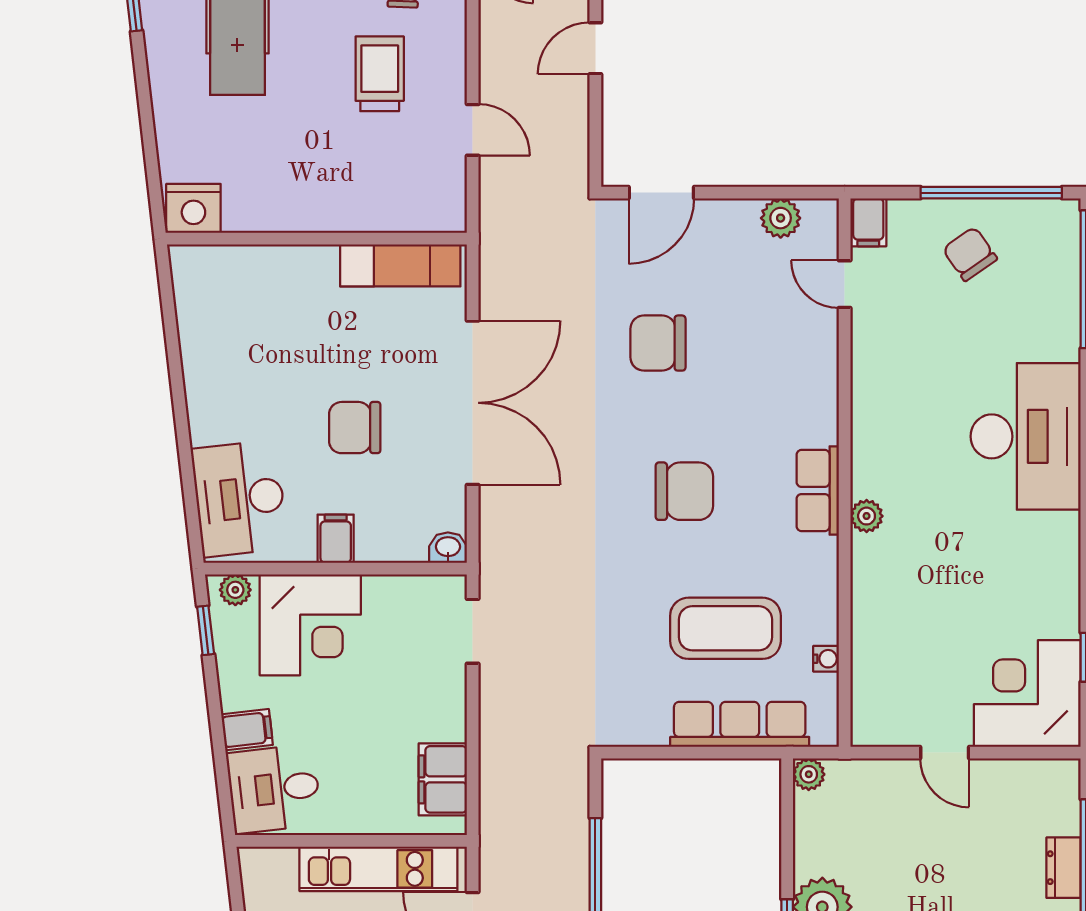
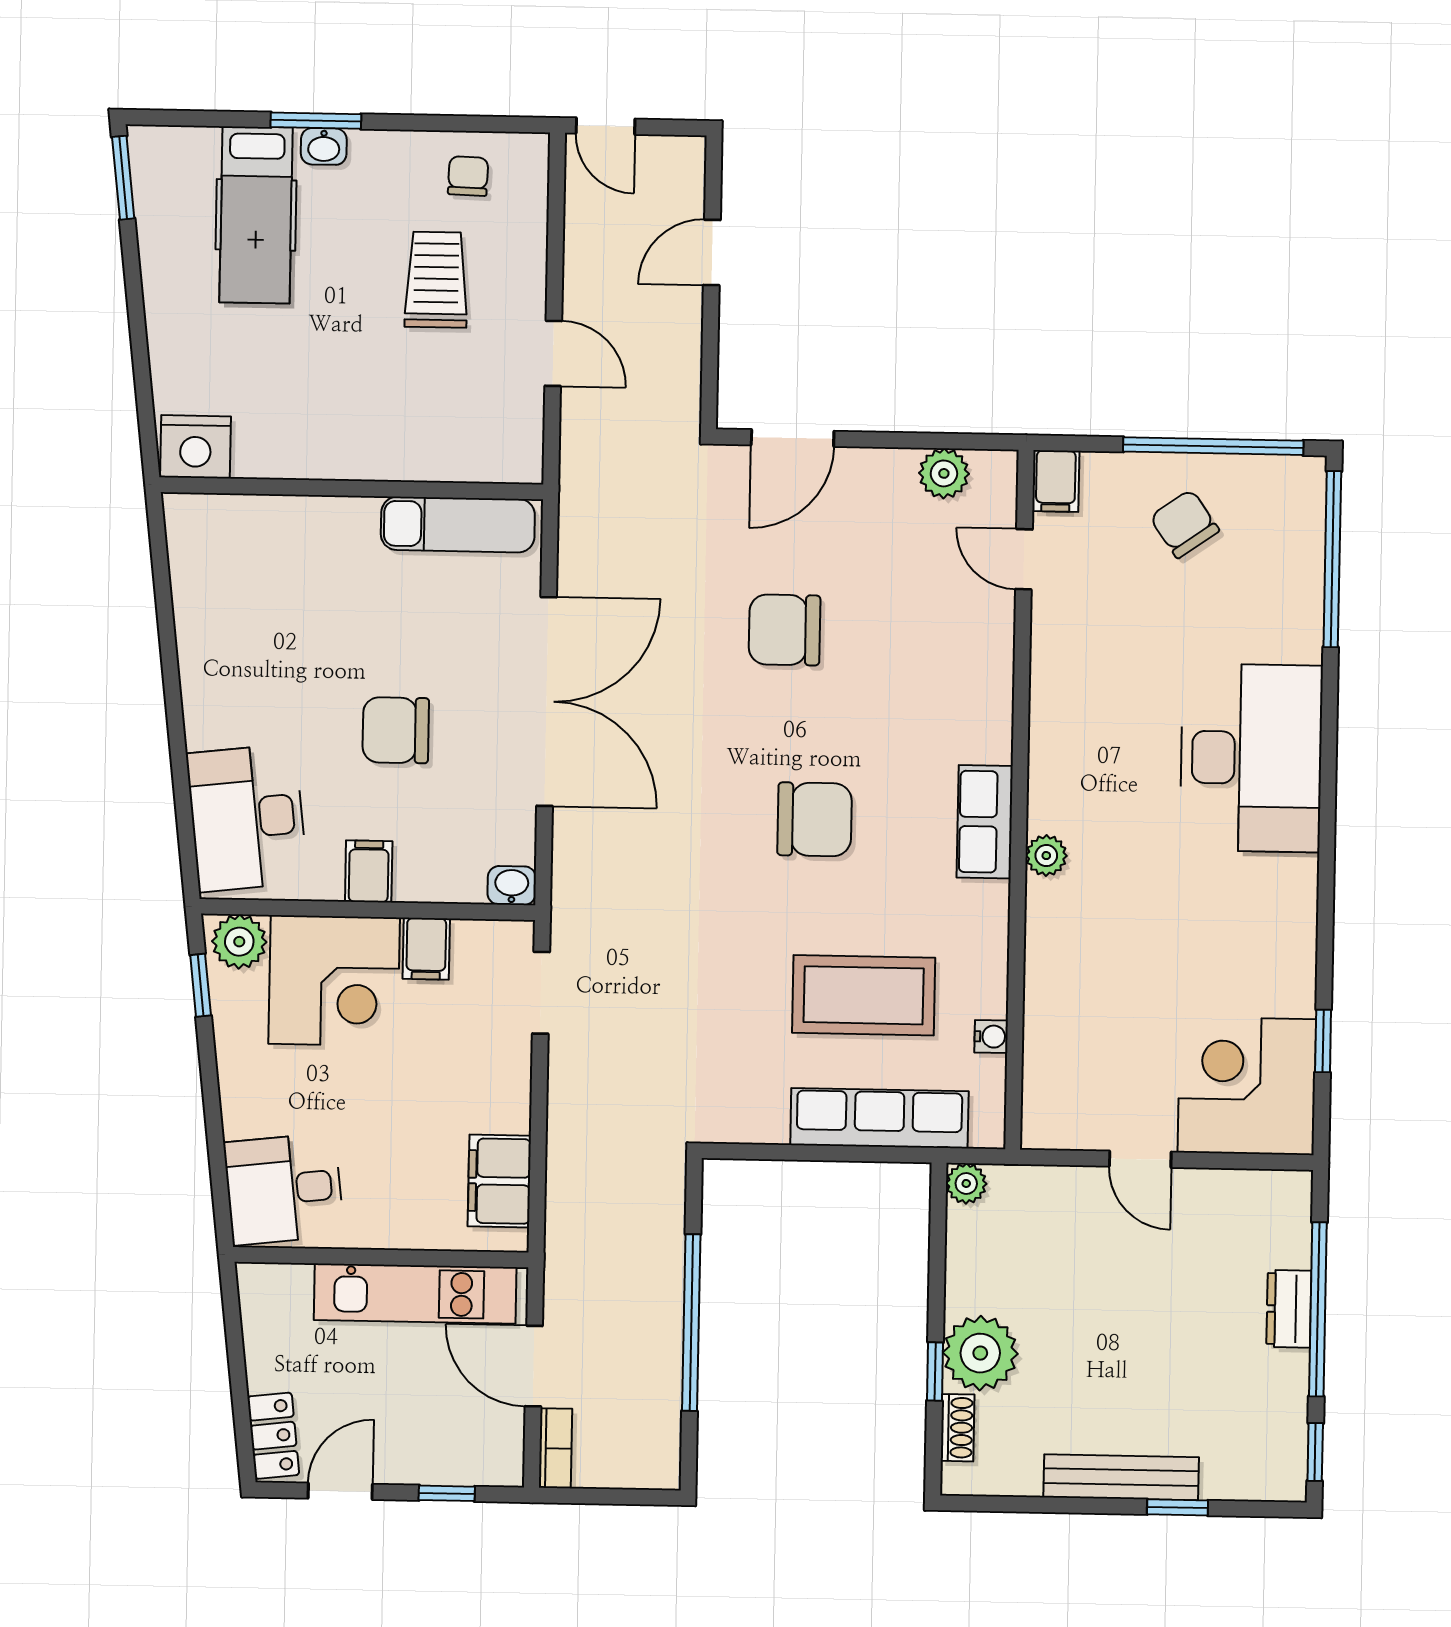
plant: (235, 590) -> (239, 942), width x1.38, depth x1.38
filing cabinet: (247, 730) -> (426, 949), moved, turned 97

